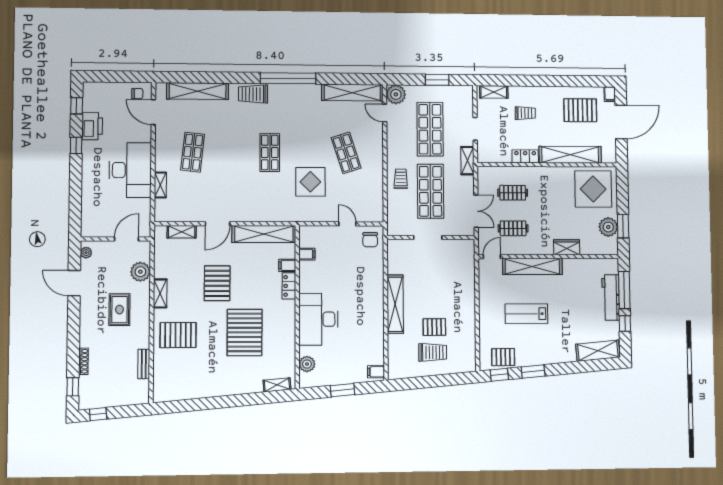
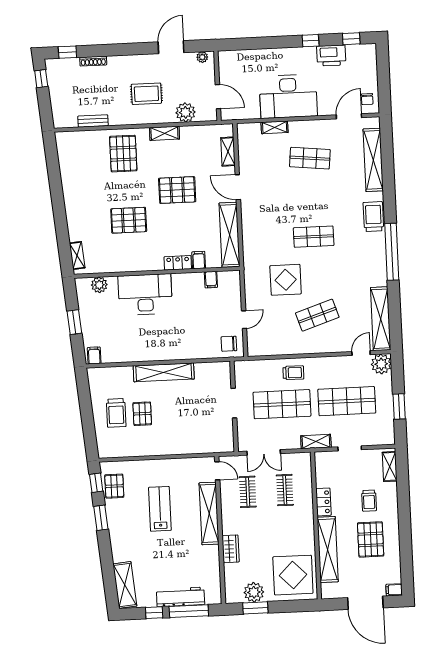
pallet: (580, 110) -> (371, 539), moved
pallet: (245, 332) -> (129, 220), width x0.73, depth x0.71

